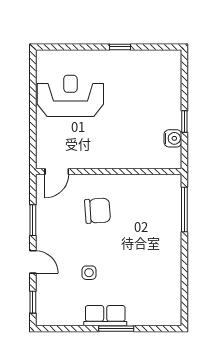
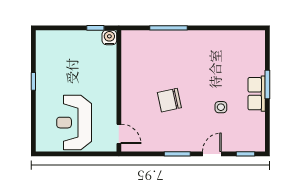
door: (57, 172) -> (119, 134), moved
wall: (109, 172) -> (119, 91), moved
chair: (98, 211) -> (169, 100), turned -98

